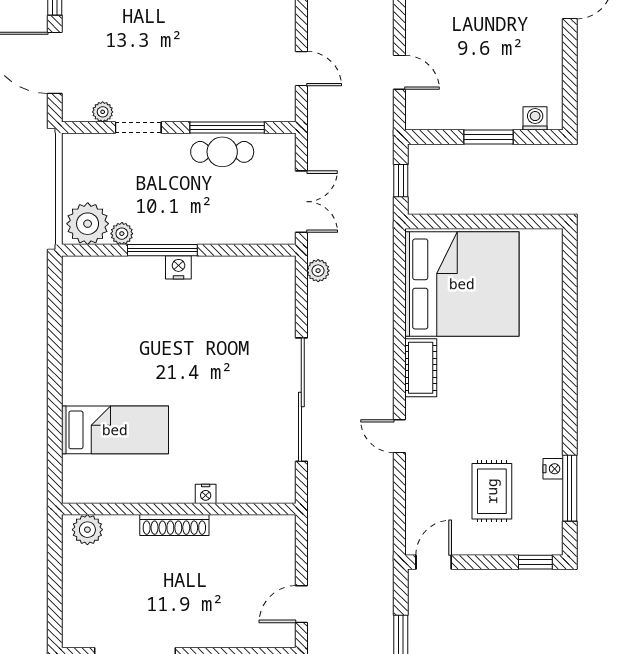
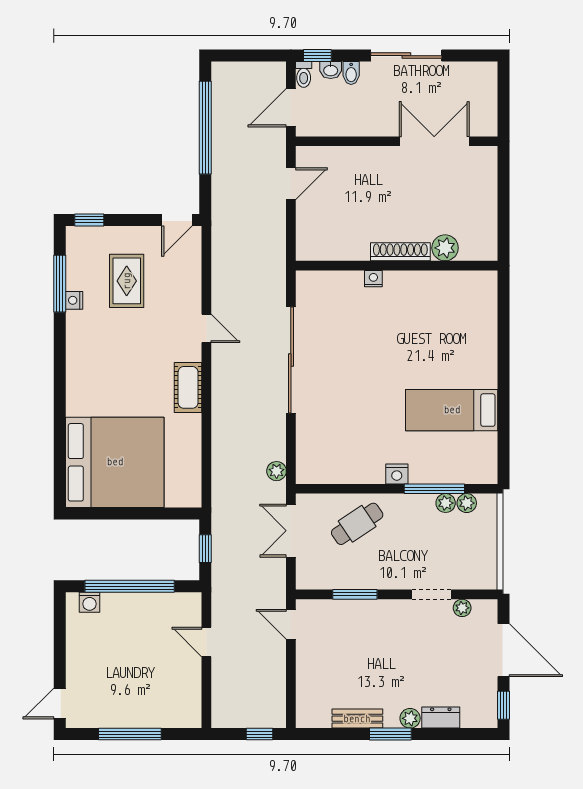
door: (301, 69) -> (291, 624), moved
window: (227, 127) -> (355, 594), width x0.69
window: (489, 137) -> (130, 586), width x2.11
cafe table: (222, 152) -> (357, 524), moved, turned -34
plant: (88, 224) -> (467, 503), width x0.53, depth x0.53
window: (162, 250) -> (434, 489), moved
bed: (462, 284) -> (115, 462), moved, turned 180
bed: (115, 430) -> (452, 410), moved
plant: (87, 530) -> (445, 248), moved

